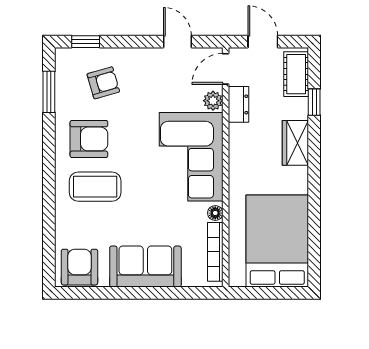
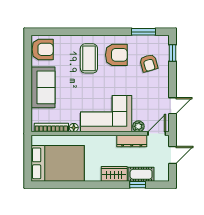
door: (226, 69) -> (157, 134), hinge flipped
cot: (296, 74) -> (141, 174), moved
dresser: (238, 104) -> (132, 141), width x1.44
armchair: (89, 139) -> (116, 55), turned -90

